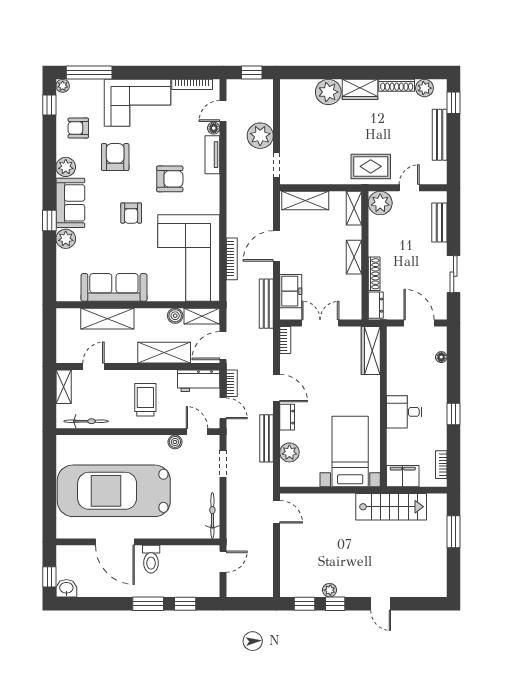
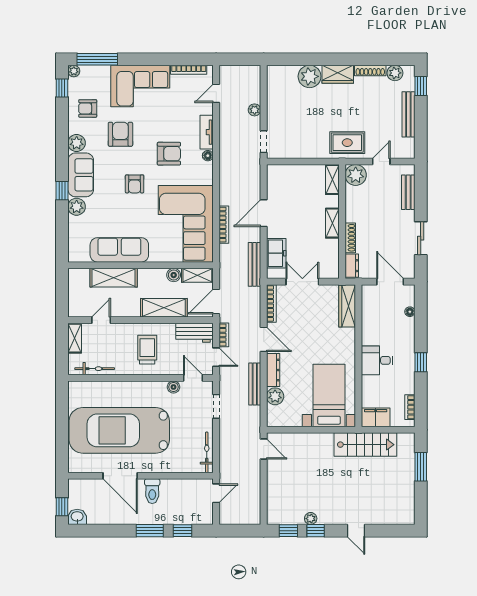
window: (252, 73) -> (242, 59), removed
floor lamp: (214, 128) -> (208, 156), moved
plant: (260, 136) -> (255, 110), width x0.53, depth x0.53
shelving: (305, 201) -> (289, 173), removed
bookcase: (285, 340) -> (271, 303), width x1.56
dresser: (287, 417) -> (273, 370), width x1.44

